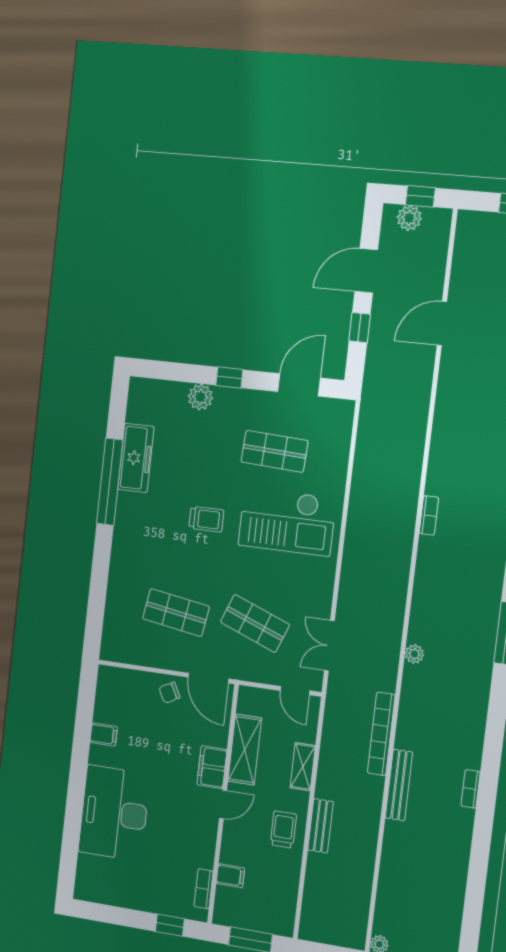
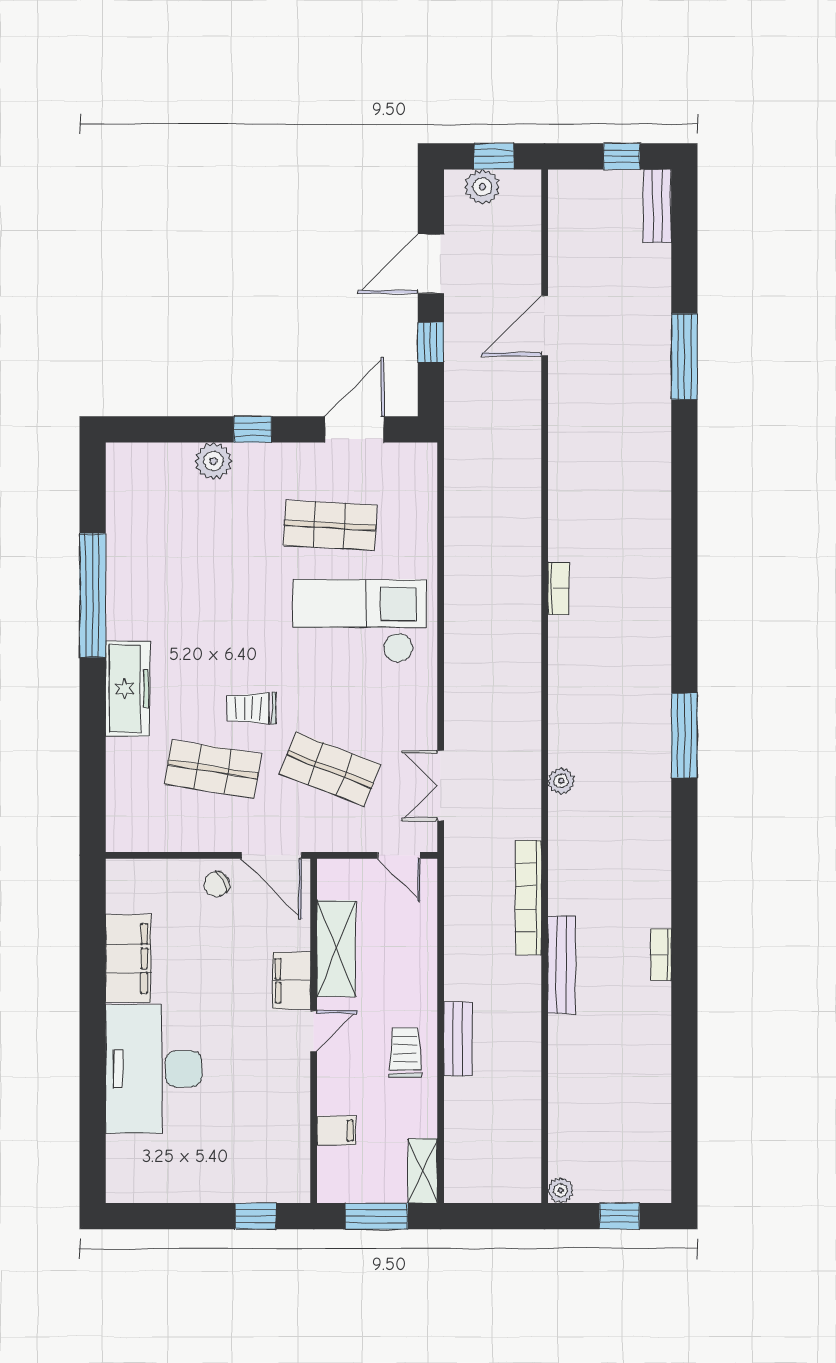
freezer: (136, 458) -> (128, 689), moved
trolley: (206, 519) -> (251, 708), moved, turned 180
checkout: (287, 522) -> (360, 621), turned 180
filing cabinet: (104, 734) -> (128, 958), width x3.00, depth x1.17
shelving: (303, 767) -> (423, 1171), moved
bookcase: (204, 889) -> (299, 1156), removed

